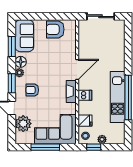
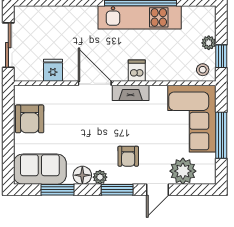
fridge: (85, 121) -> (53, 70), moved

